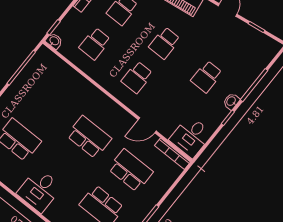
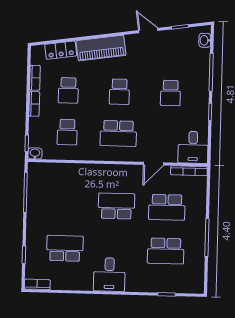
school desk: (137, 77) -> (118, 133), width x1.85
washbasin: (231, 101) -> (205, 40), moved
school desk: (131, 170) -> (167, 207), turned 180

